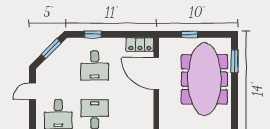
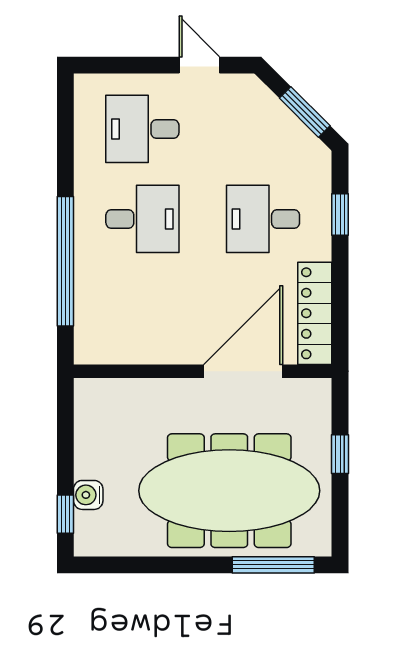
locker: (140, 45) -> (315, 313), width x1.53
window: (234, 61) -> (273, 565), width x1.44

